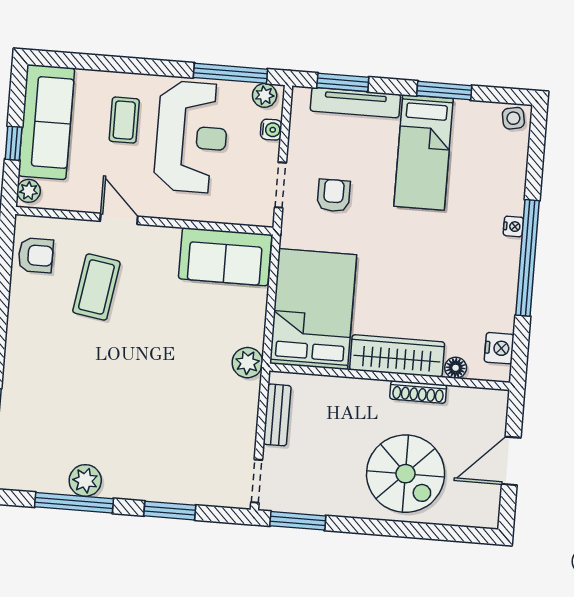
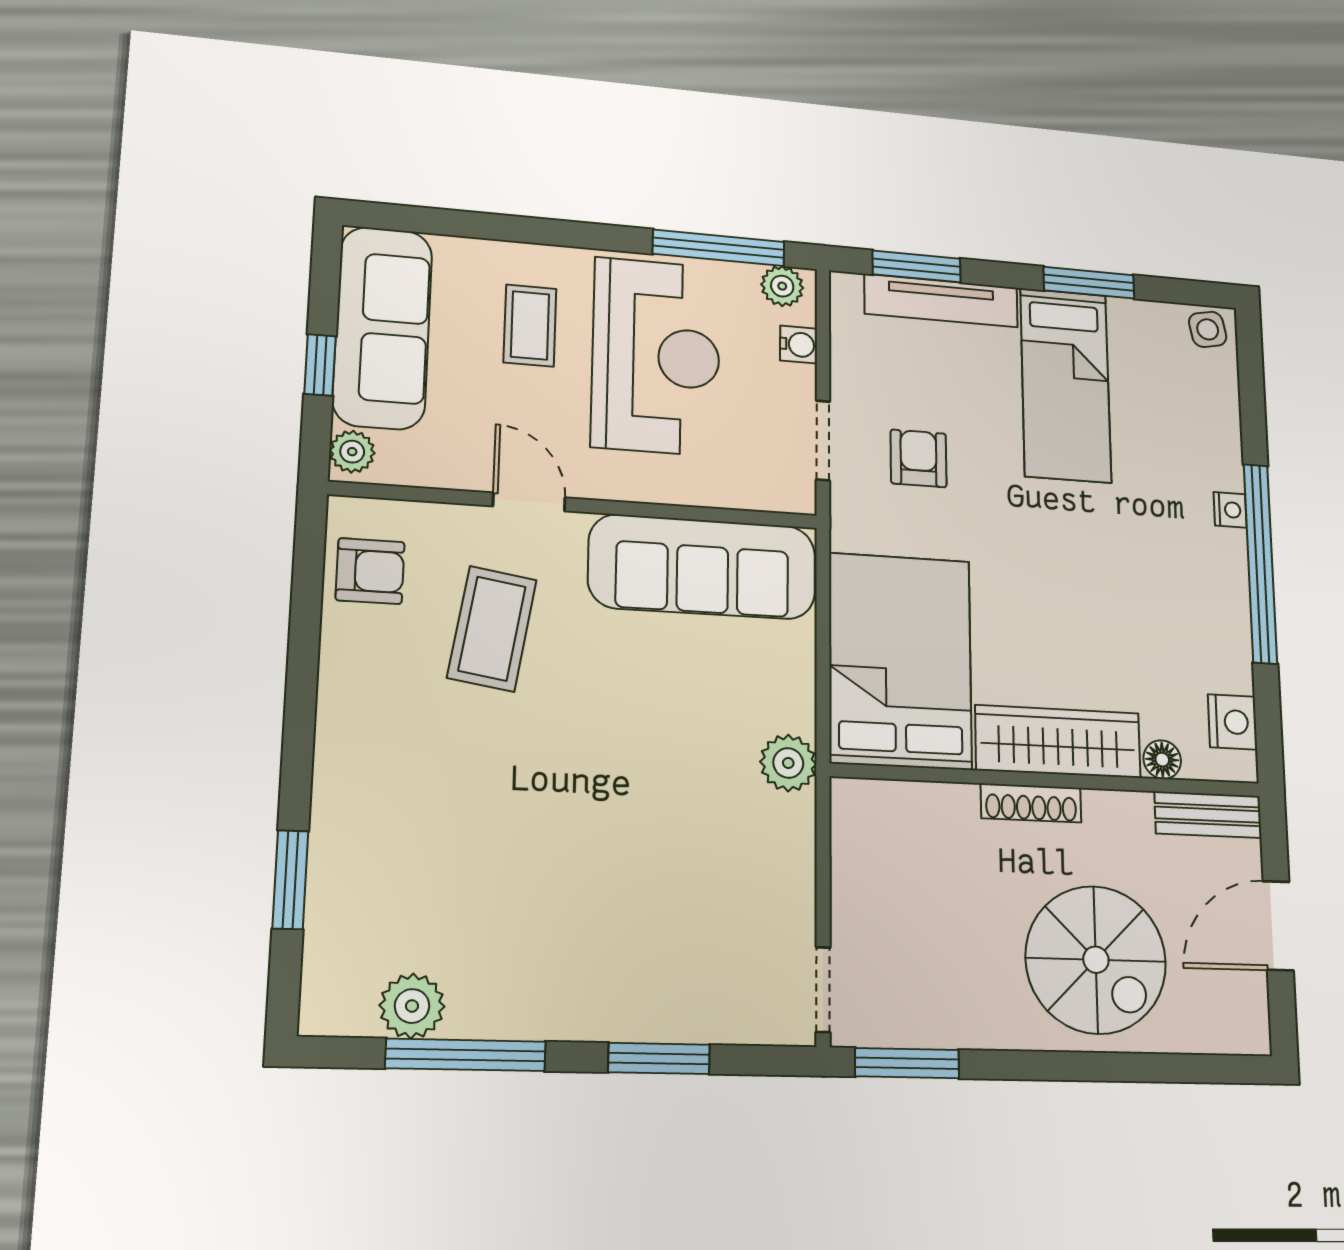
sofa: (225, 257) -> (703, 567), width x1.36
shoe rack: (418, 392) -> (1031, 803), moved
bench: (277, 415) -> (1208, 815), moved, turned 90
plant: (85, 480) -> (412, 1006), moved

